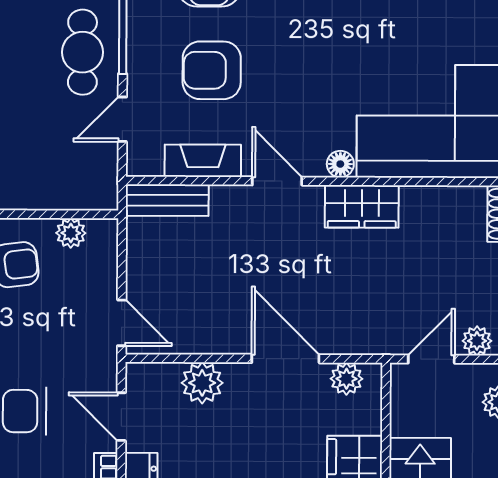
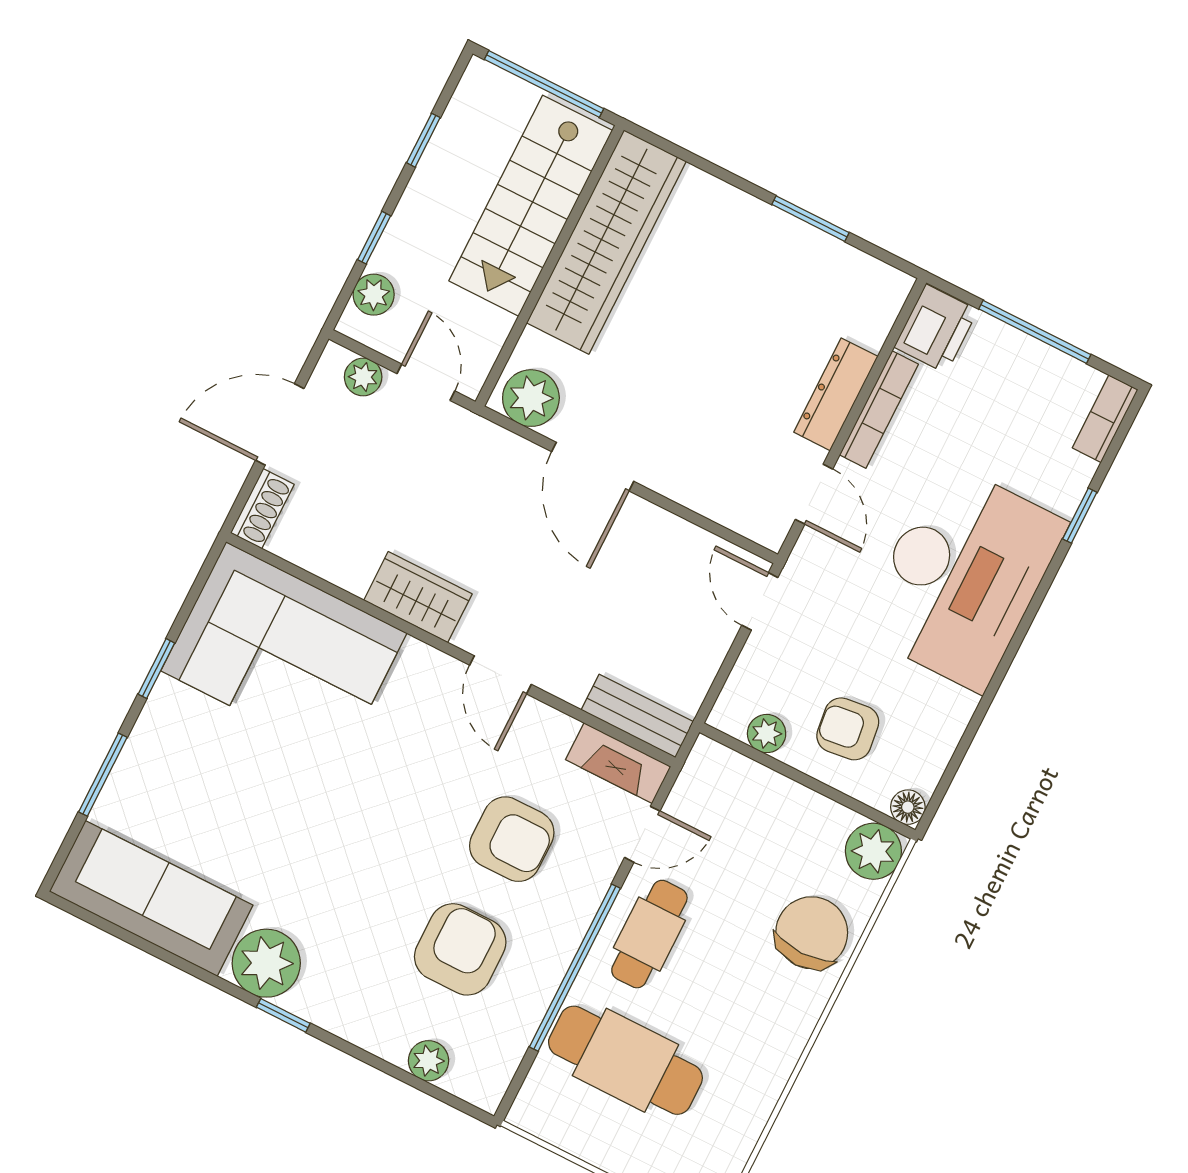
fireplace: (203, 161) -> (618, 763), moved
floor lamp: (340, 164) -> (418, 658), removed
door: (431, 359) -> (426, 382), swing flipped
plant: (346, 379) -> (531, 398), width x1.38, depth x1.38
plant: (202, 383) -> (702, 486), removed

